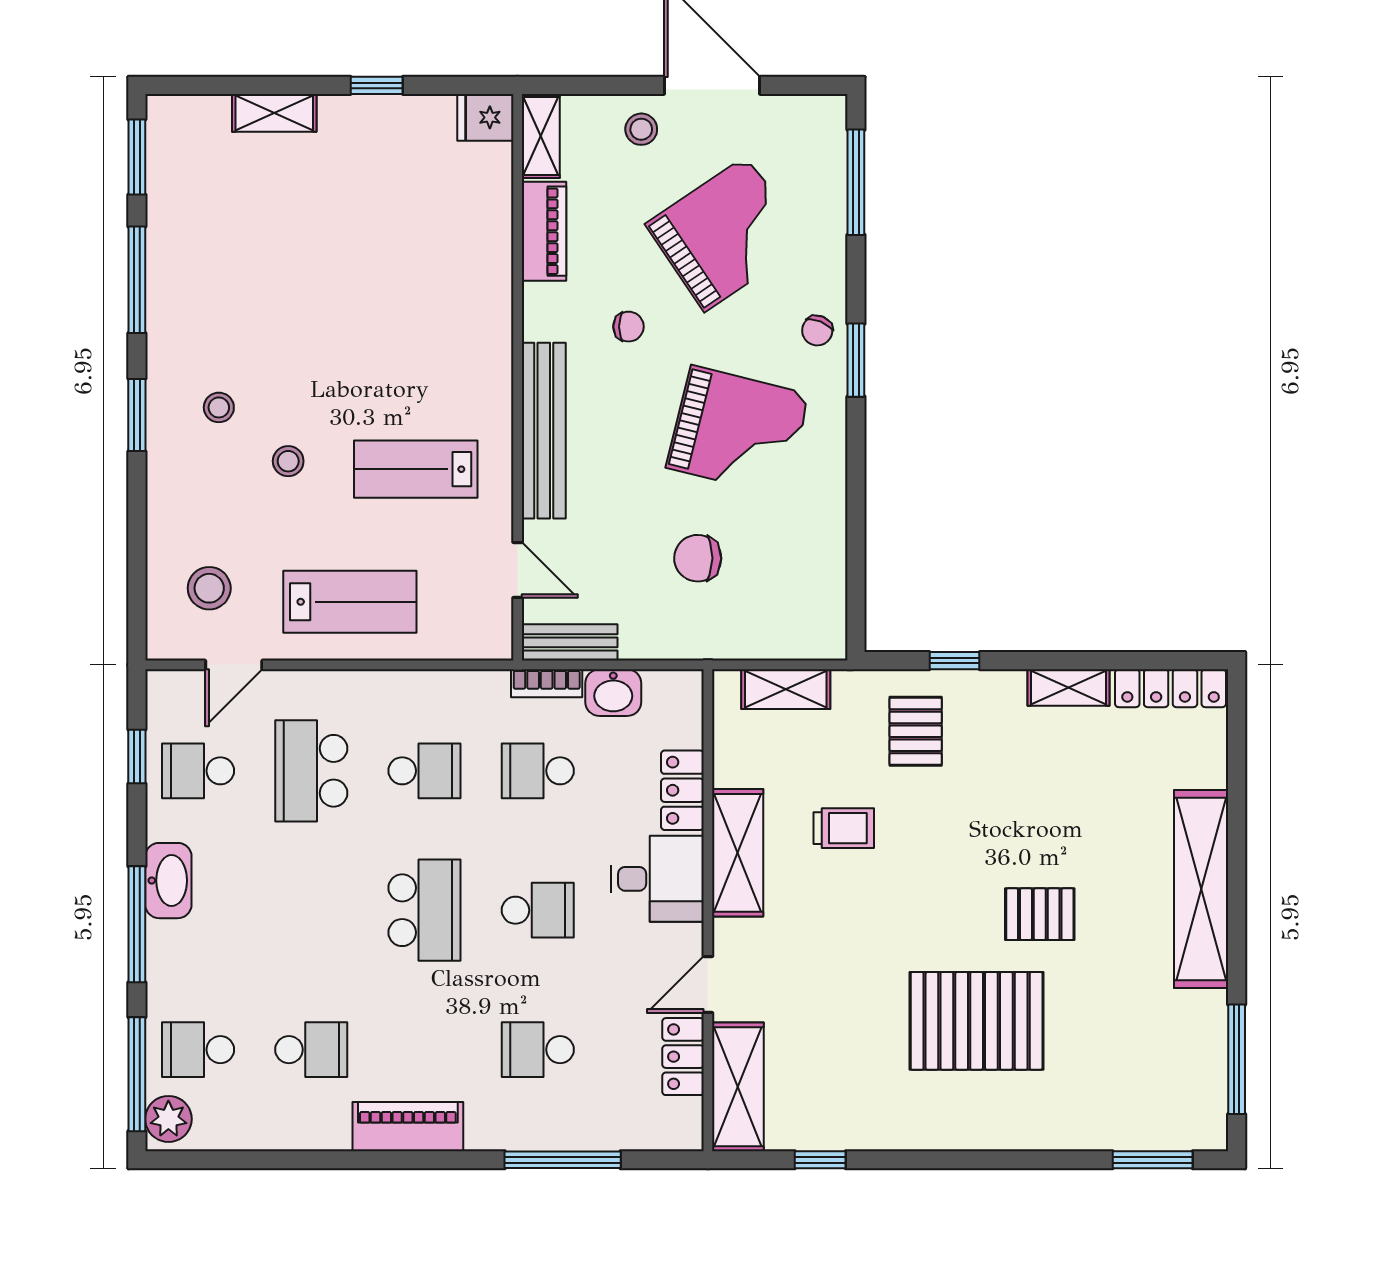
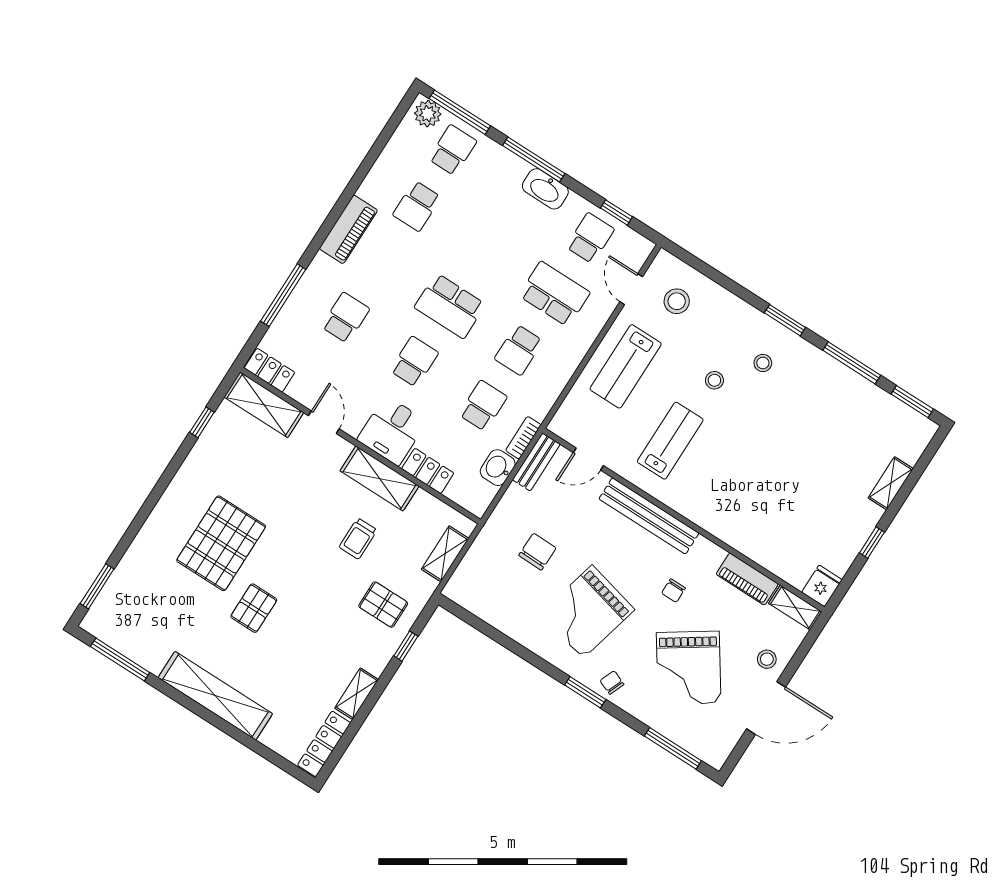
school desk: (538, 910) -> (414, 362), turned 180
locker: (683, 1057) -> (270, 370), moved

